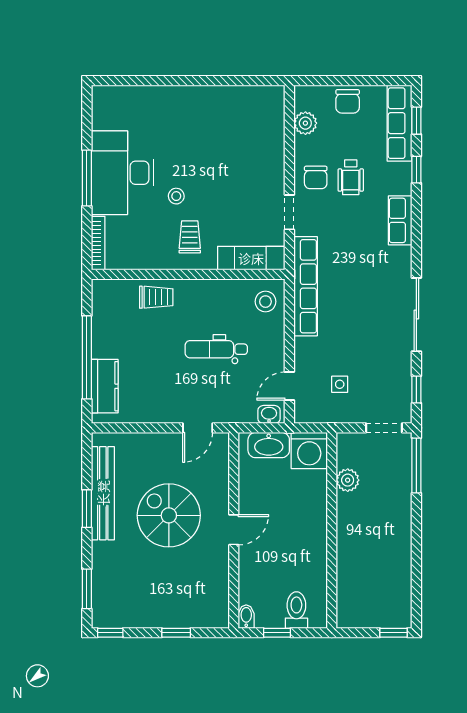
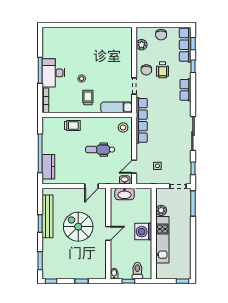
desk: (123, 173) -> (53, 73), width x0.73, depth x0.77
washing machine: (309, 450) -> (143, 232), moved, turned 90
kitchen unit: (350, 544) -> (162, 240), added

